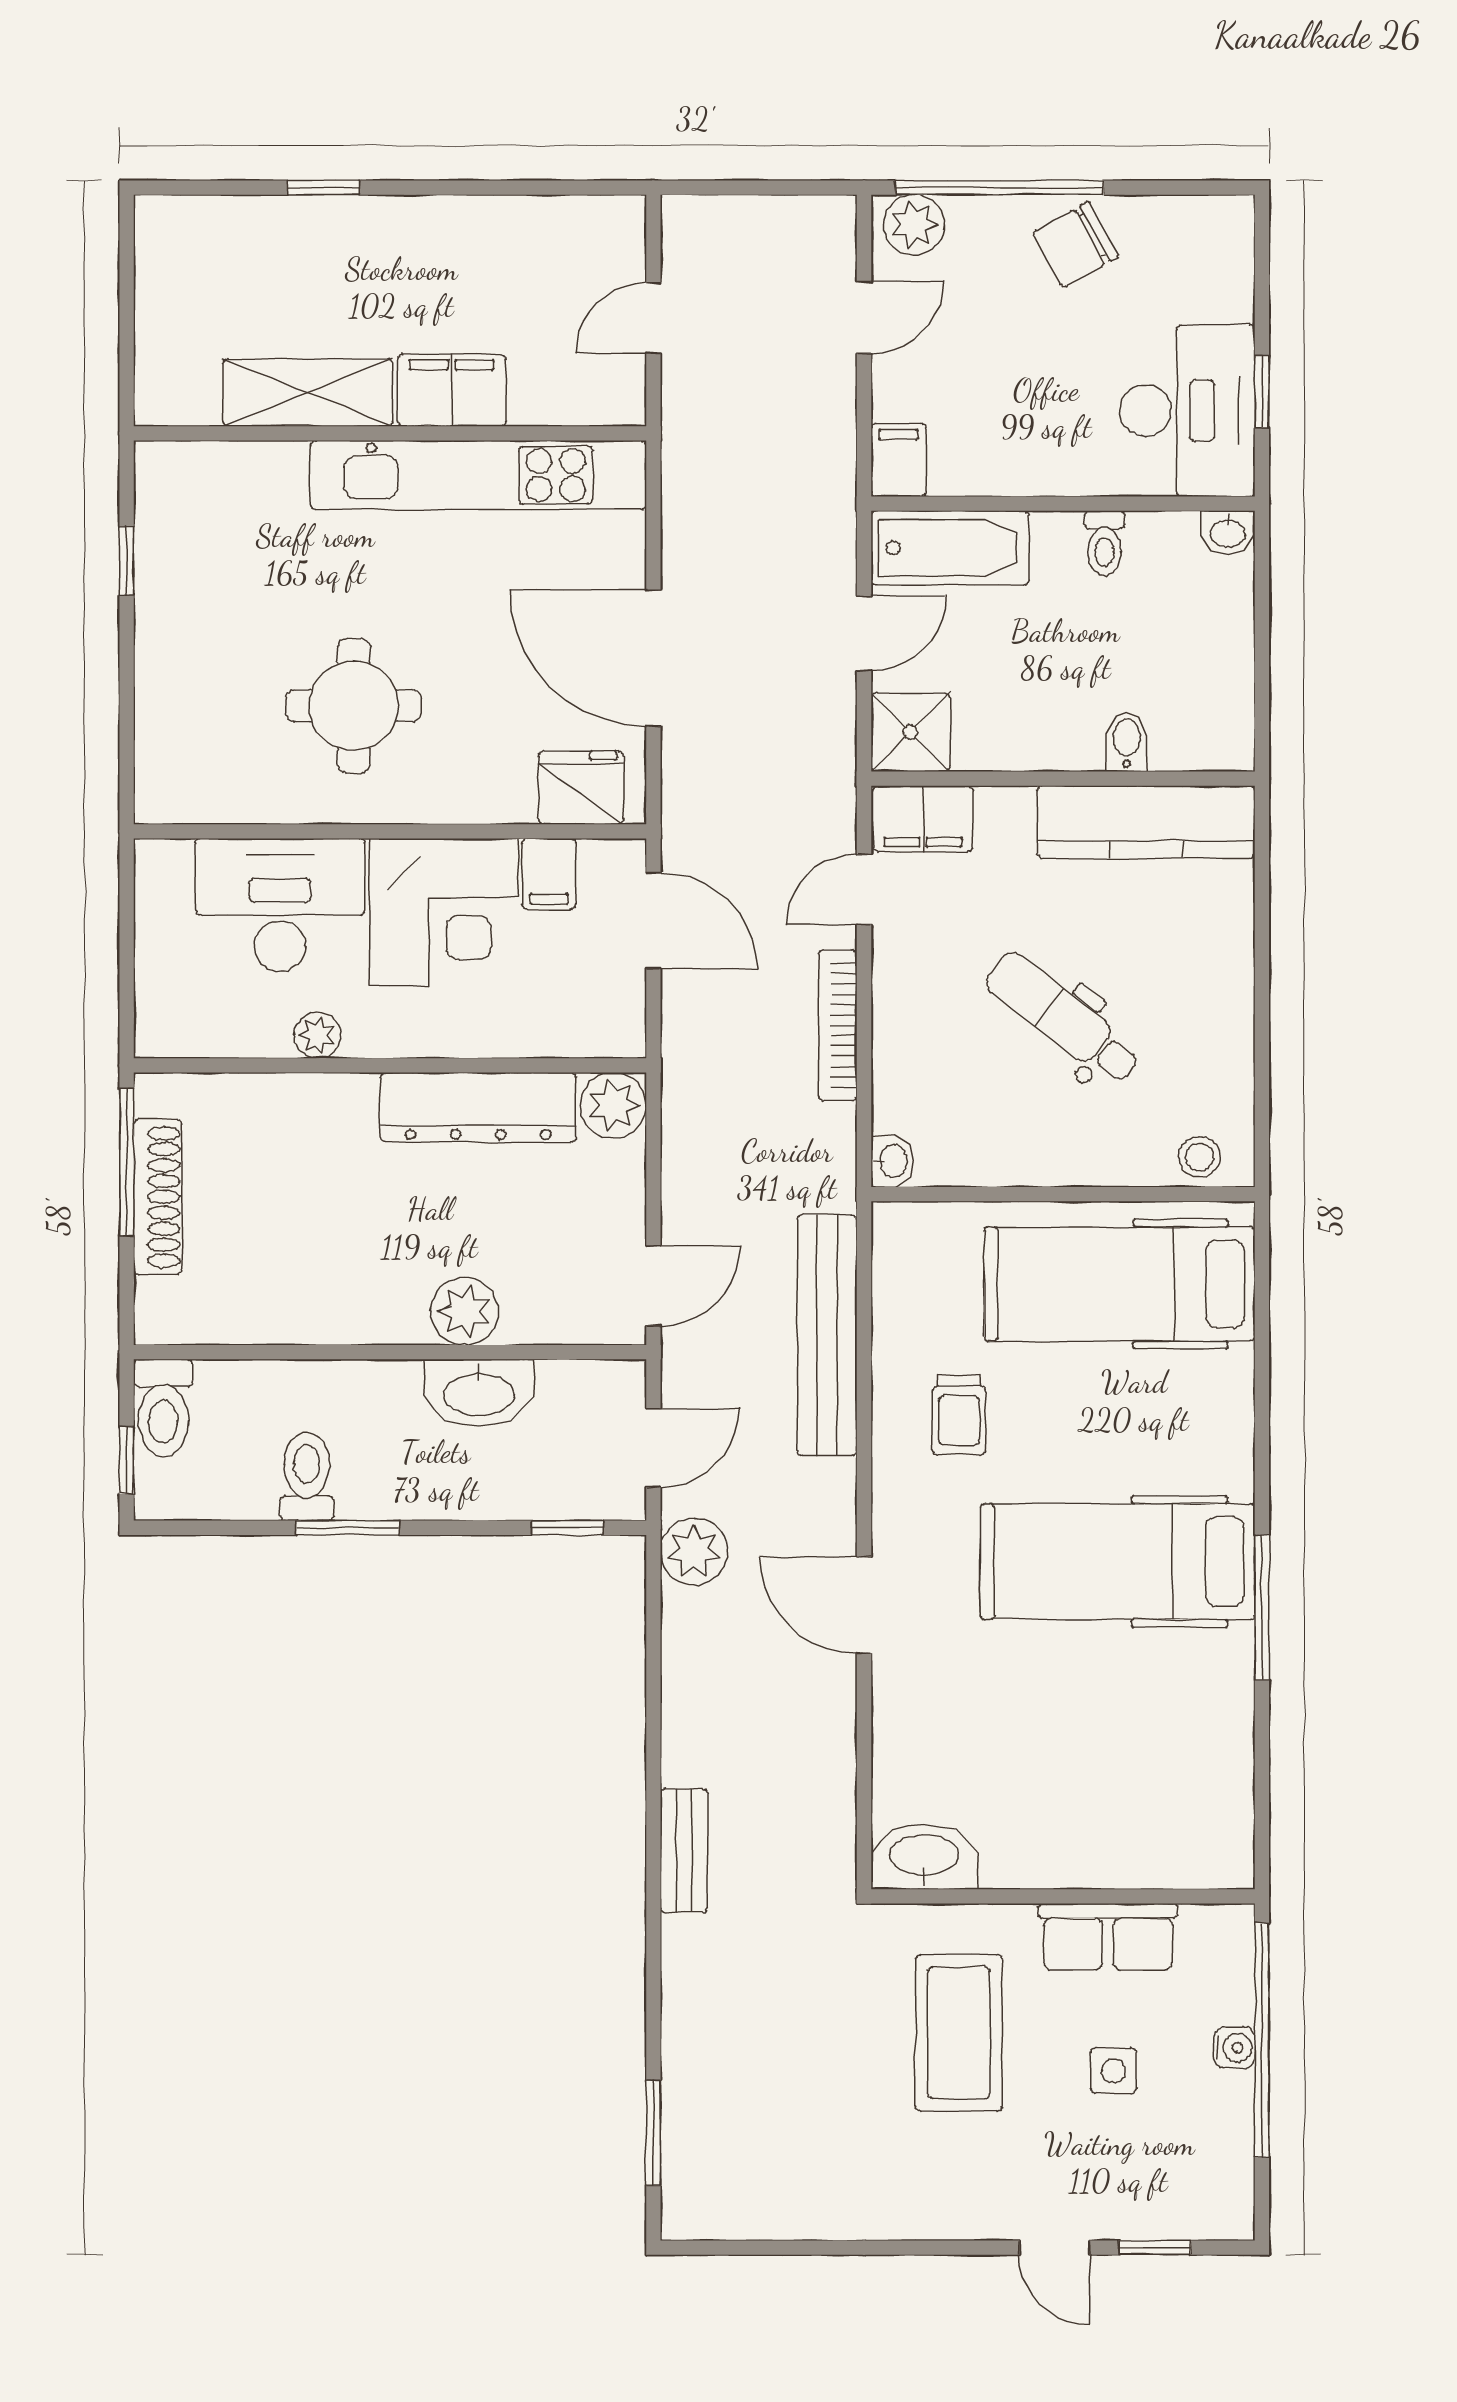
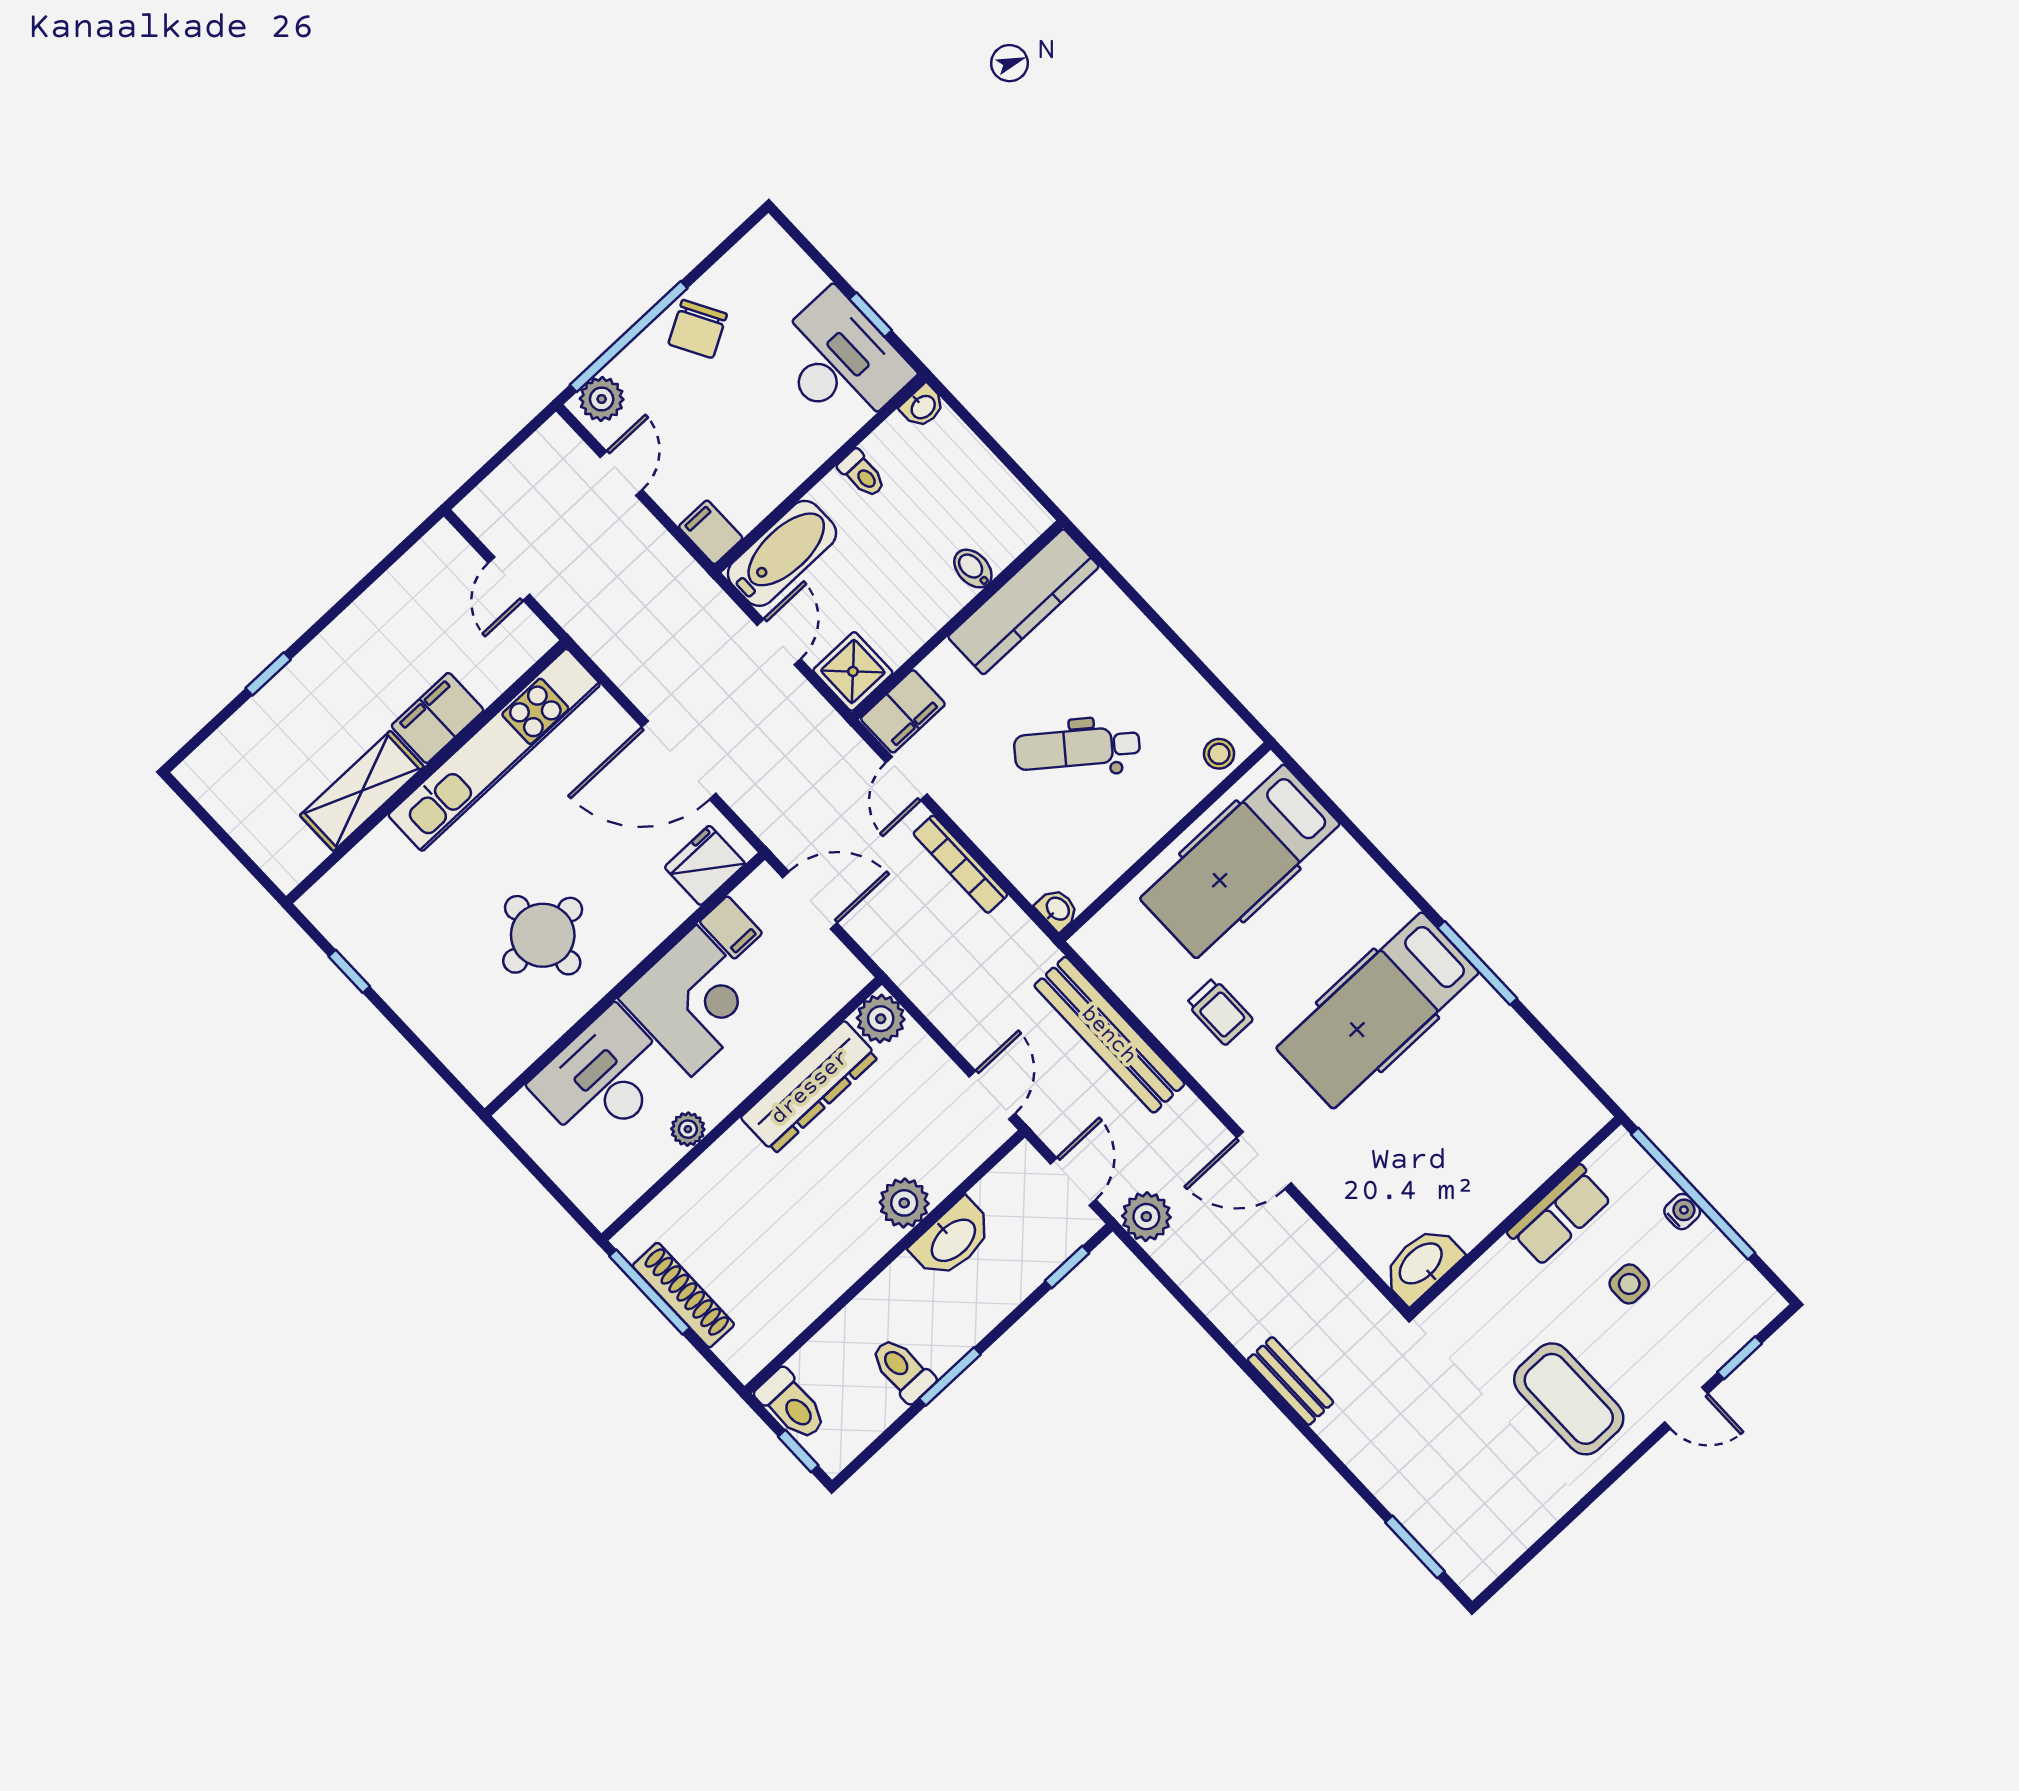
coffee table: (959, 2033) -> (1569, 1399), moved

